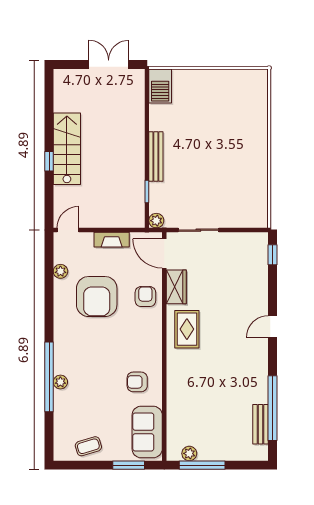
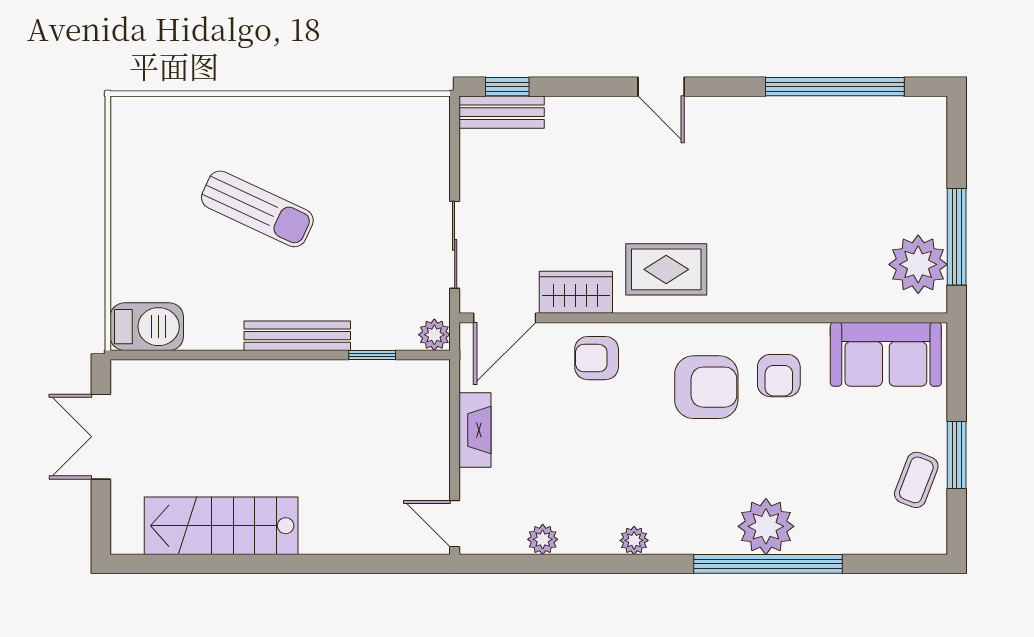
sun lounger: (215, 138) -> (257, 209), added
stairs: (67, 149) -> (221, 526), moved
window: (49, 161) -> (308, 564), removed
armchair: (97, 297) -> (706, 387), moved, width x0.73, depth x0.73
plant: (60, 314) -> (634, 540), added
plant: (60, 382) -> (766, 526), width x1.88, depth x1.88
bench: (260, 424) -> (502, 112), moved
coffee table: (88, 446) -> (916, 480), turned 38
plant: (189, 453) -> (918, 264), width x1.88, depth x1.88
window: (129, 465) -> (957, 455), moved

